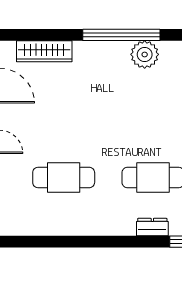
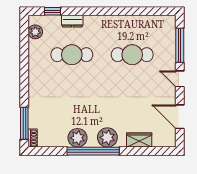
wardrobe: (44, 51) -> (139, 140), width x0.67
plant: (100, 55) -> (107, 137), added

